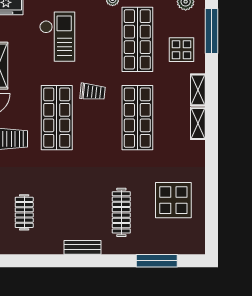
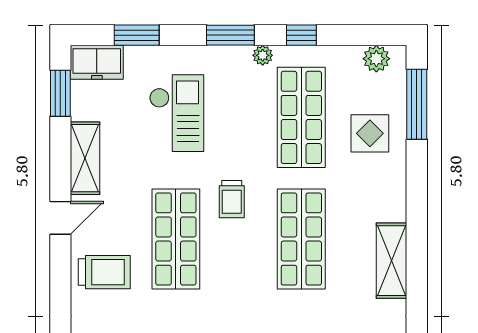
shelving: (198, 90) -> (396, 196), removed
trolley: (93, 92) -> (232, 199), turned 84
shelving: (198, 123) -> (392, 261), width x1.50, depth x1.33

